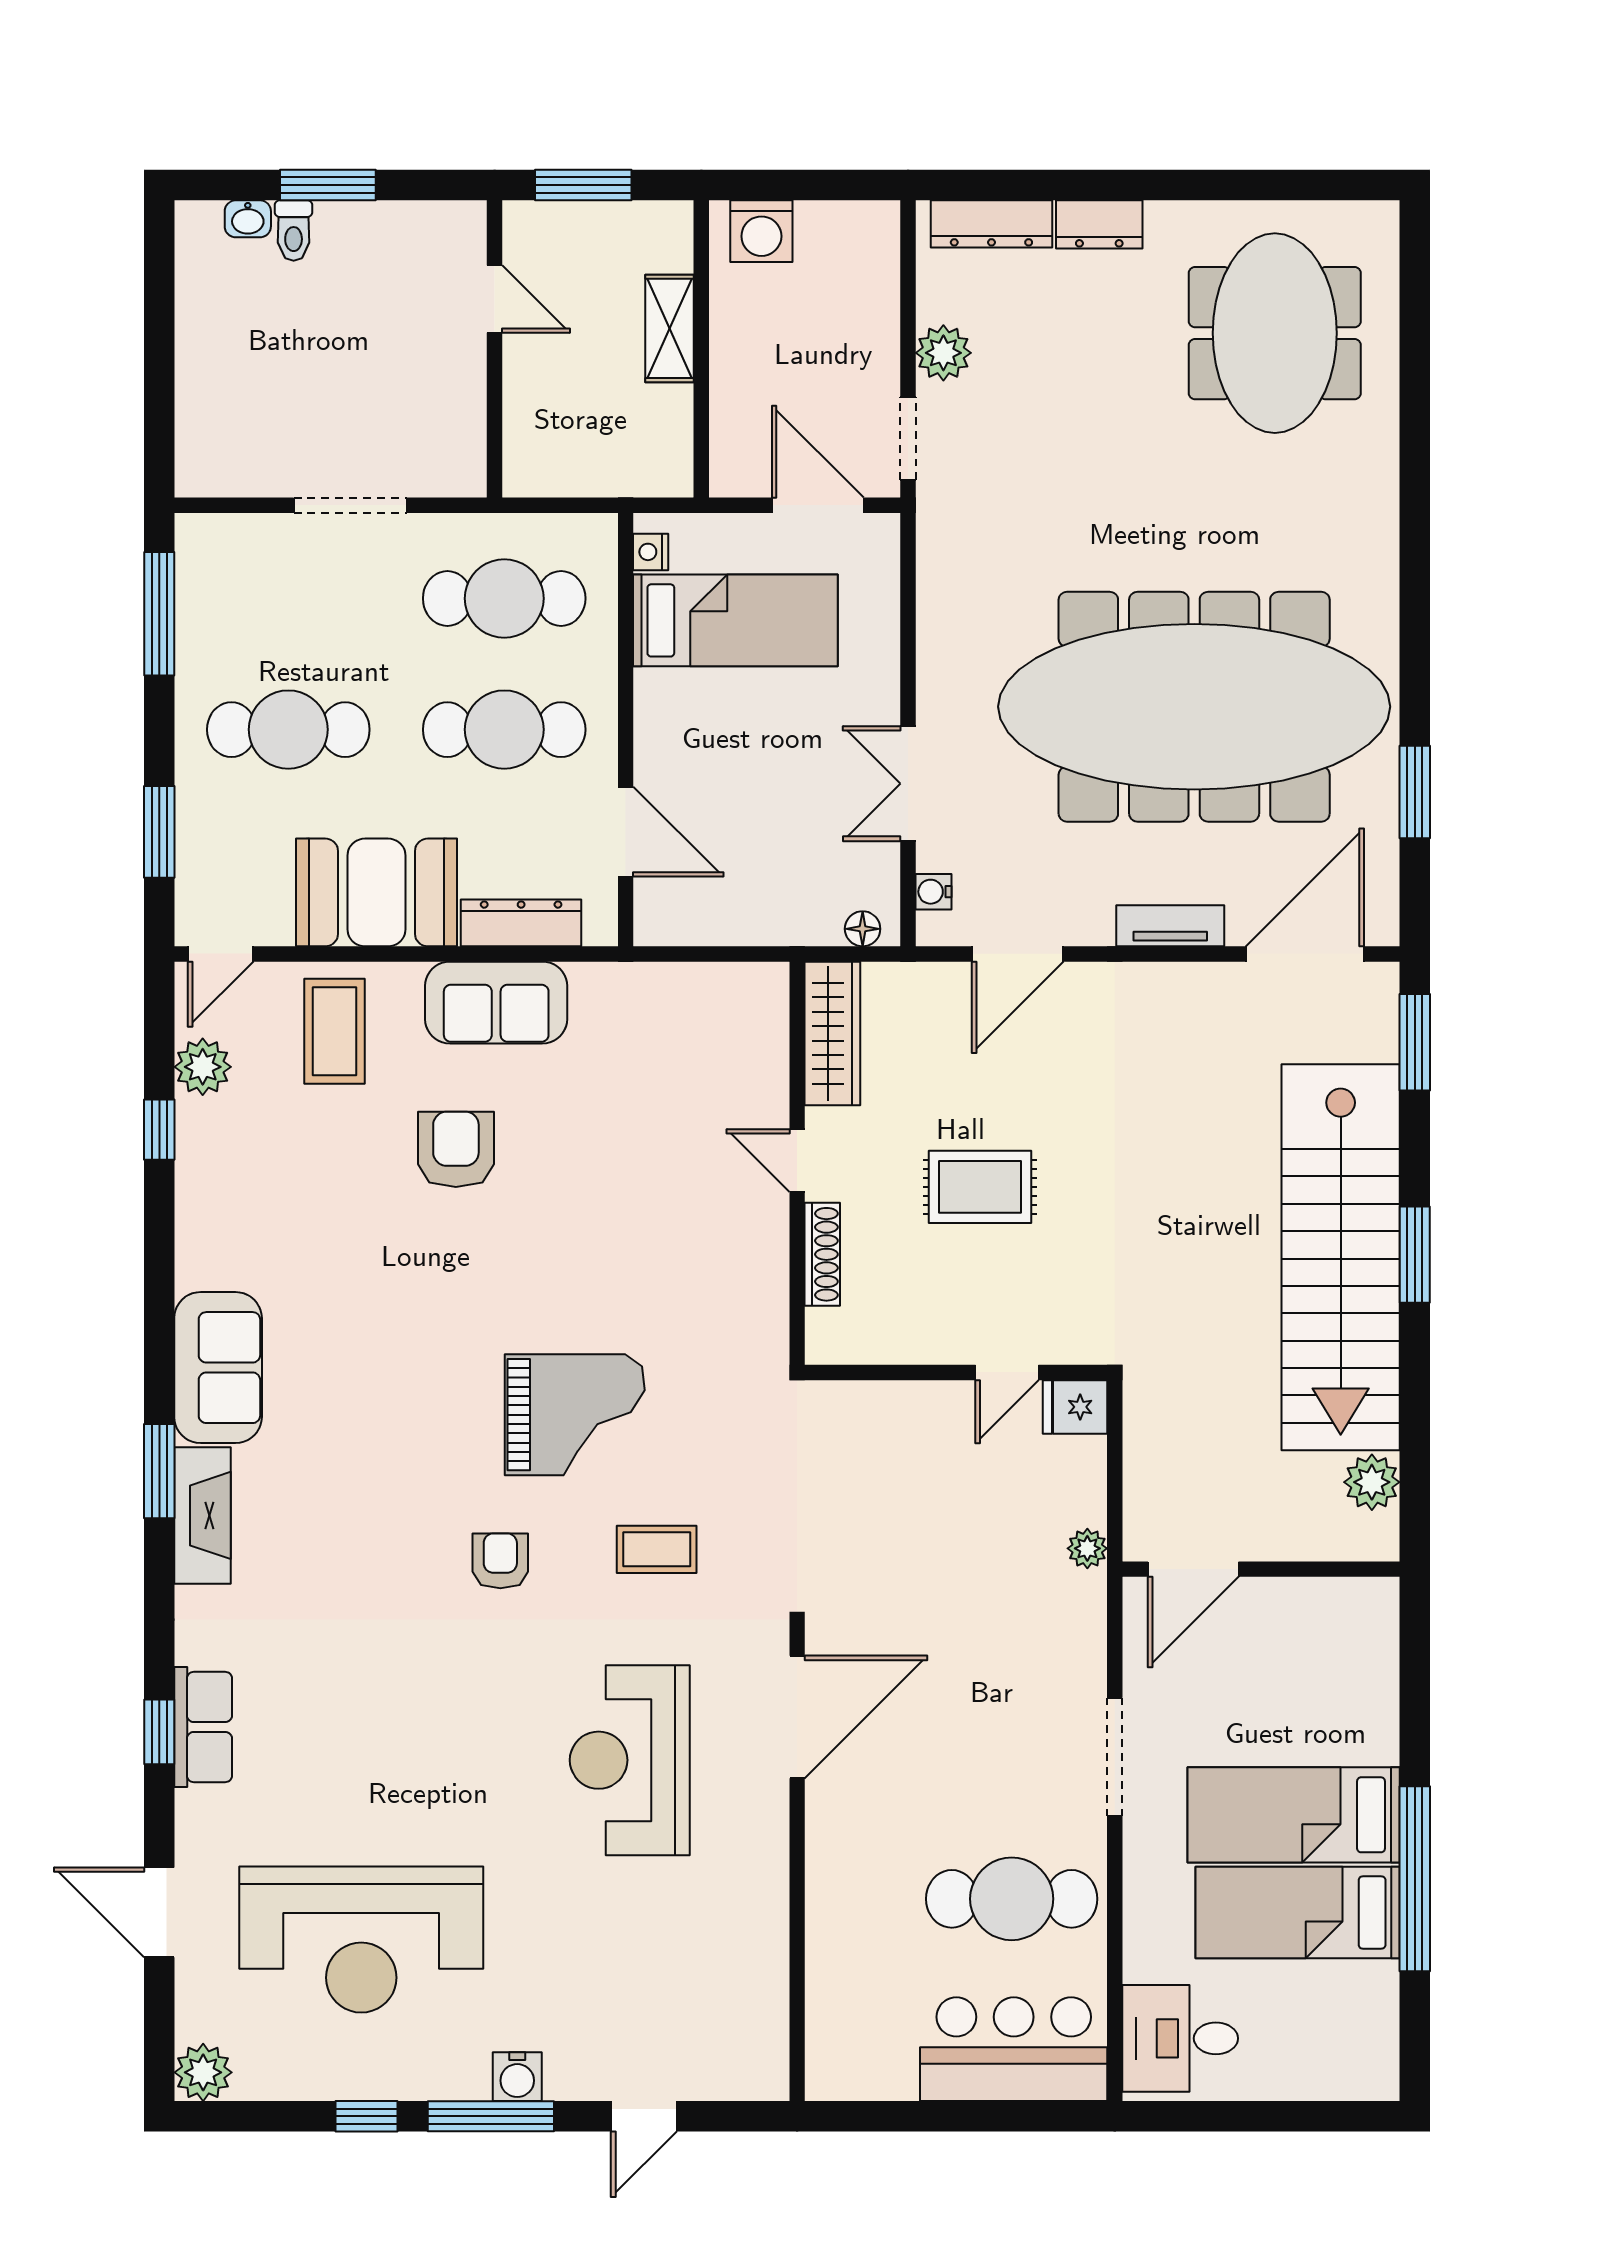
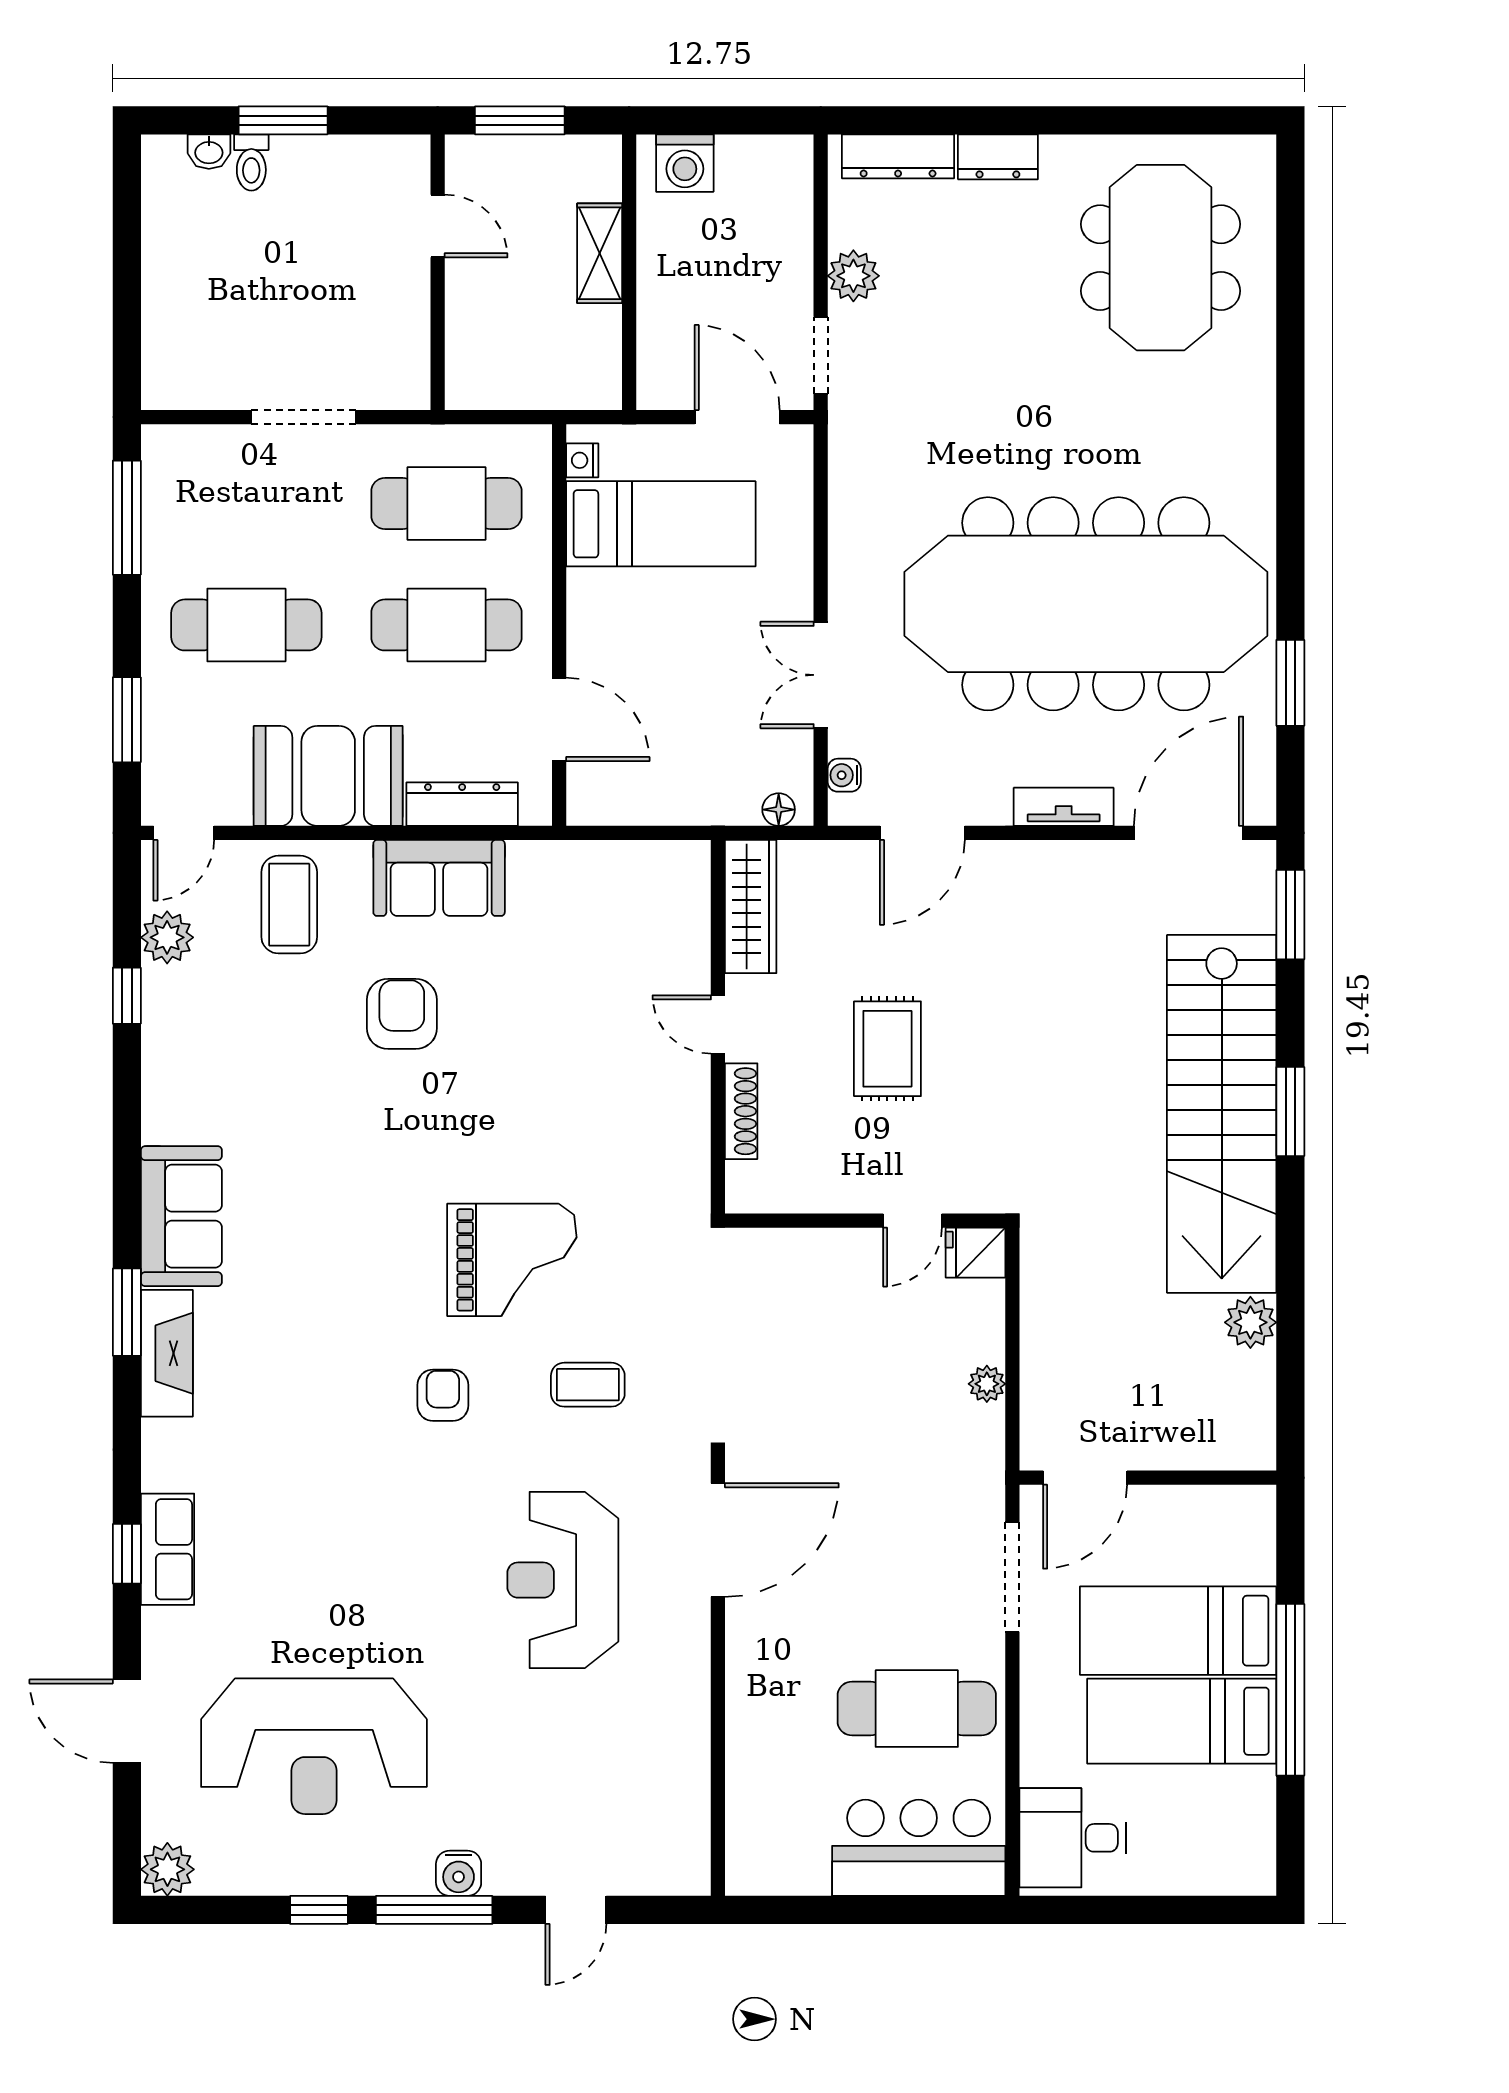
rug: (980, 1187) -> (887, 1049), turned 90
door: (1193, 1569) -> (1085, 1478), moved
wall: (1261, 1569) -> (1148, 1478), moved

